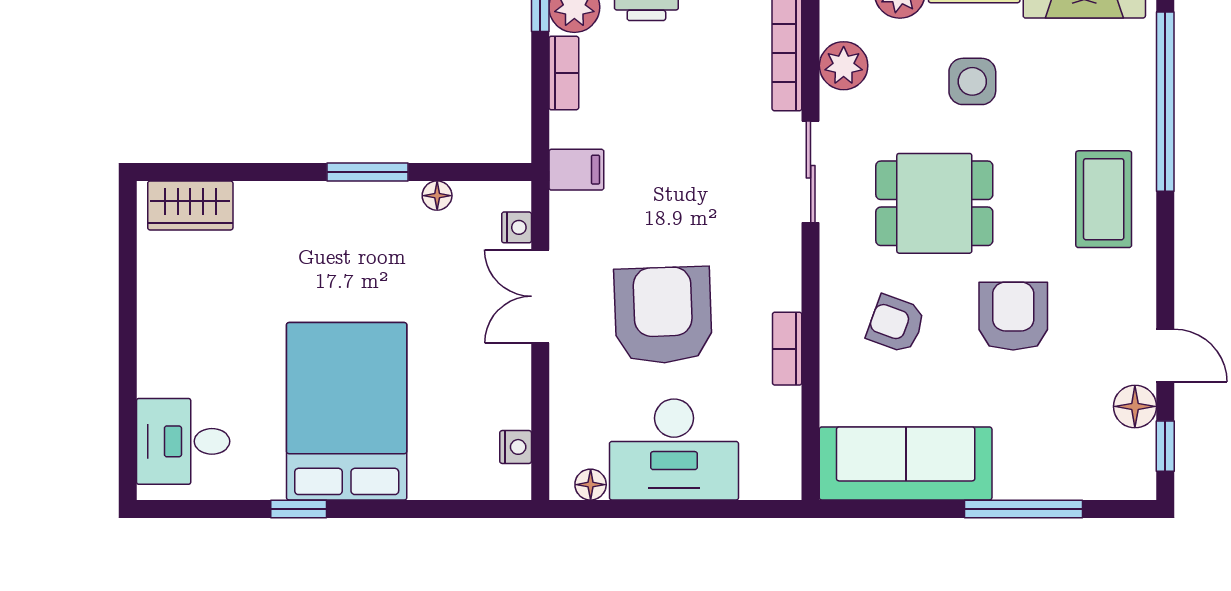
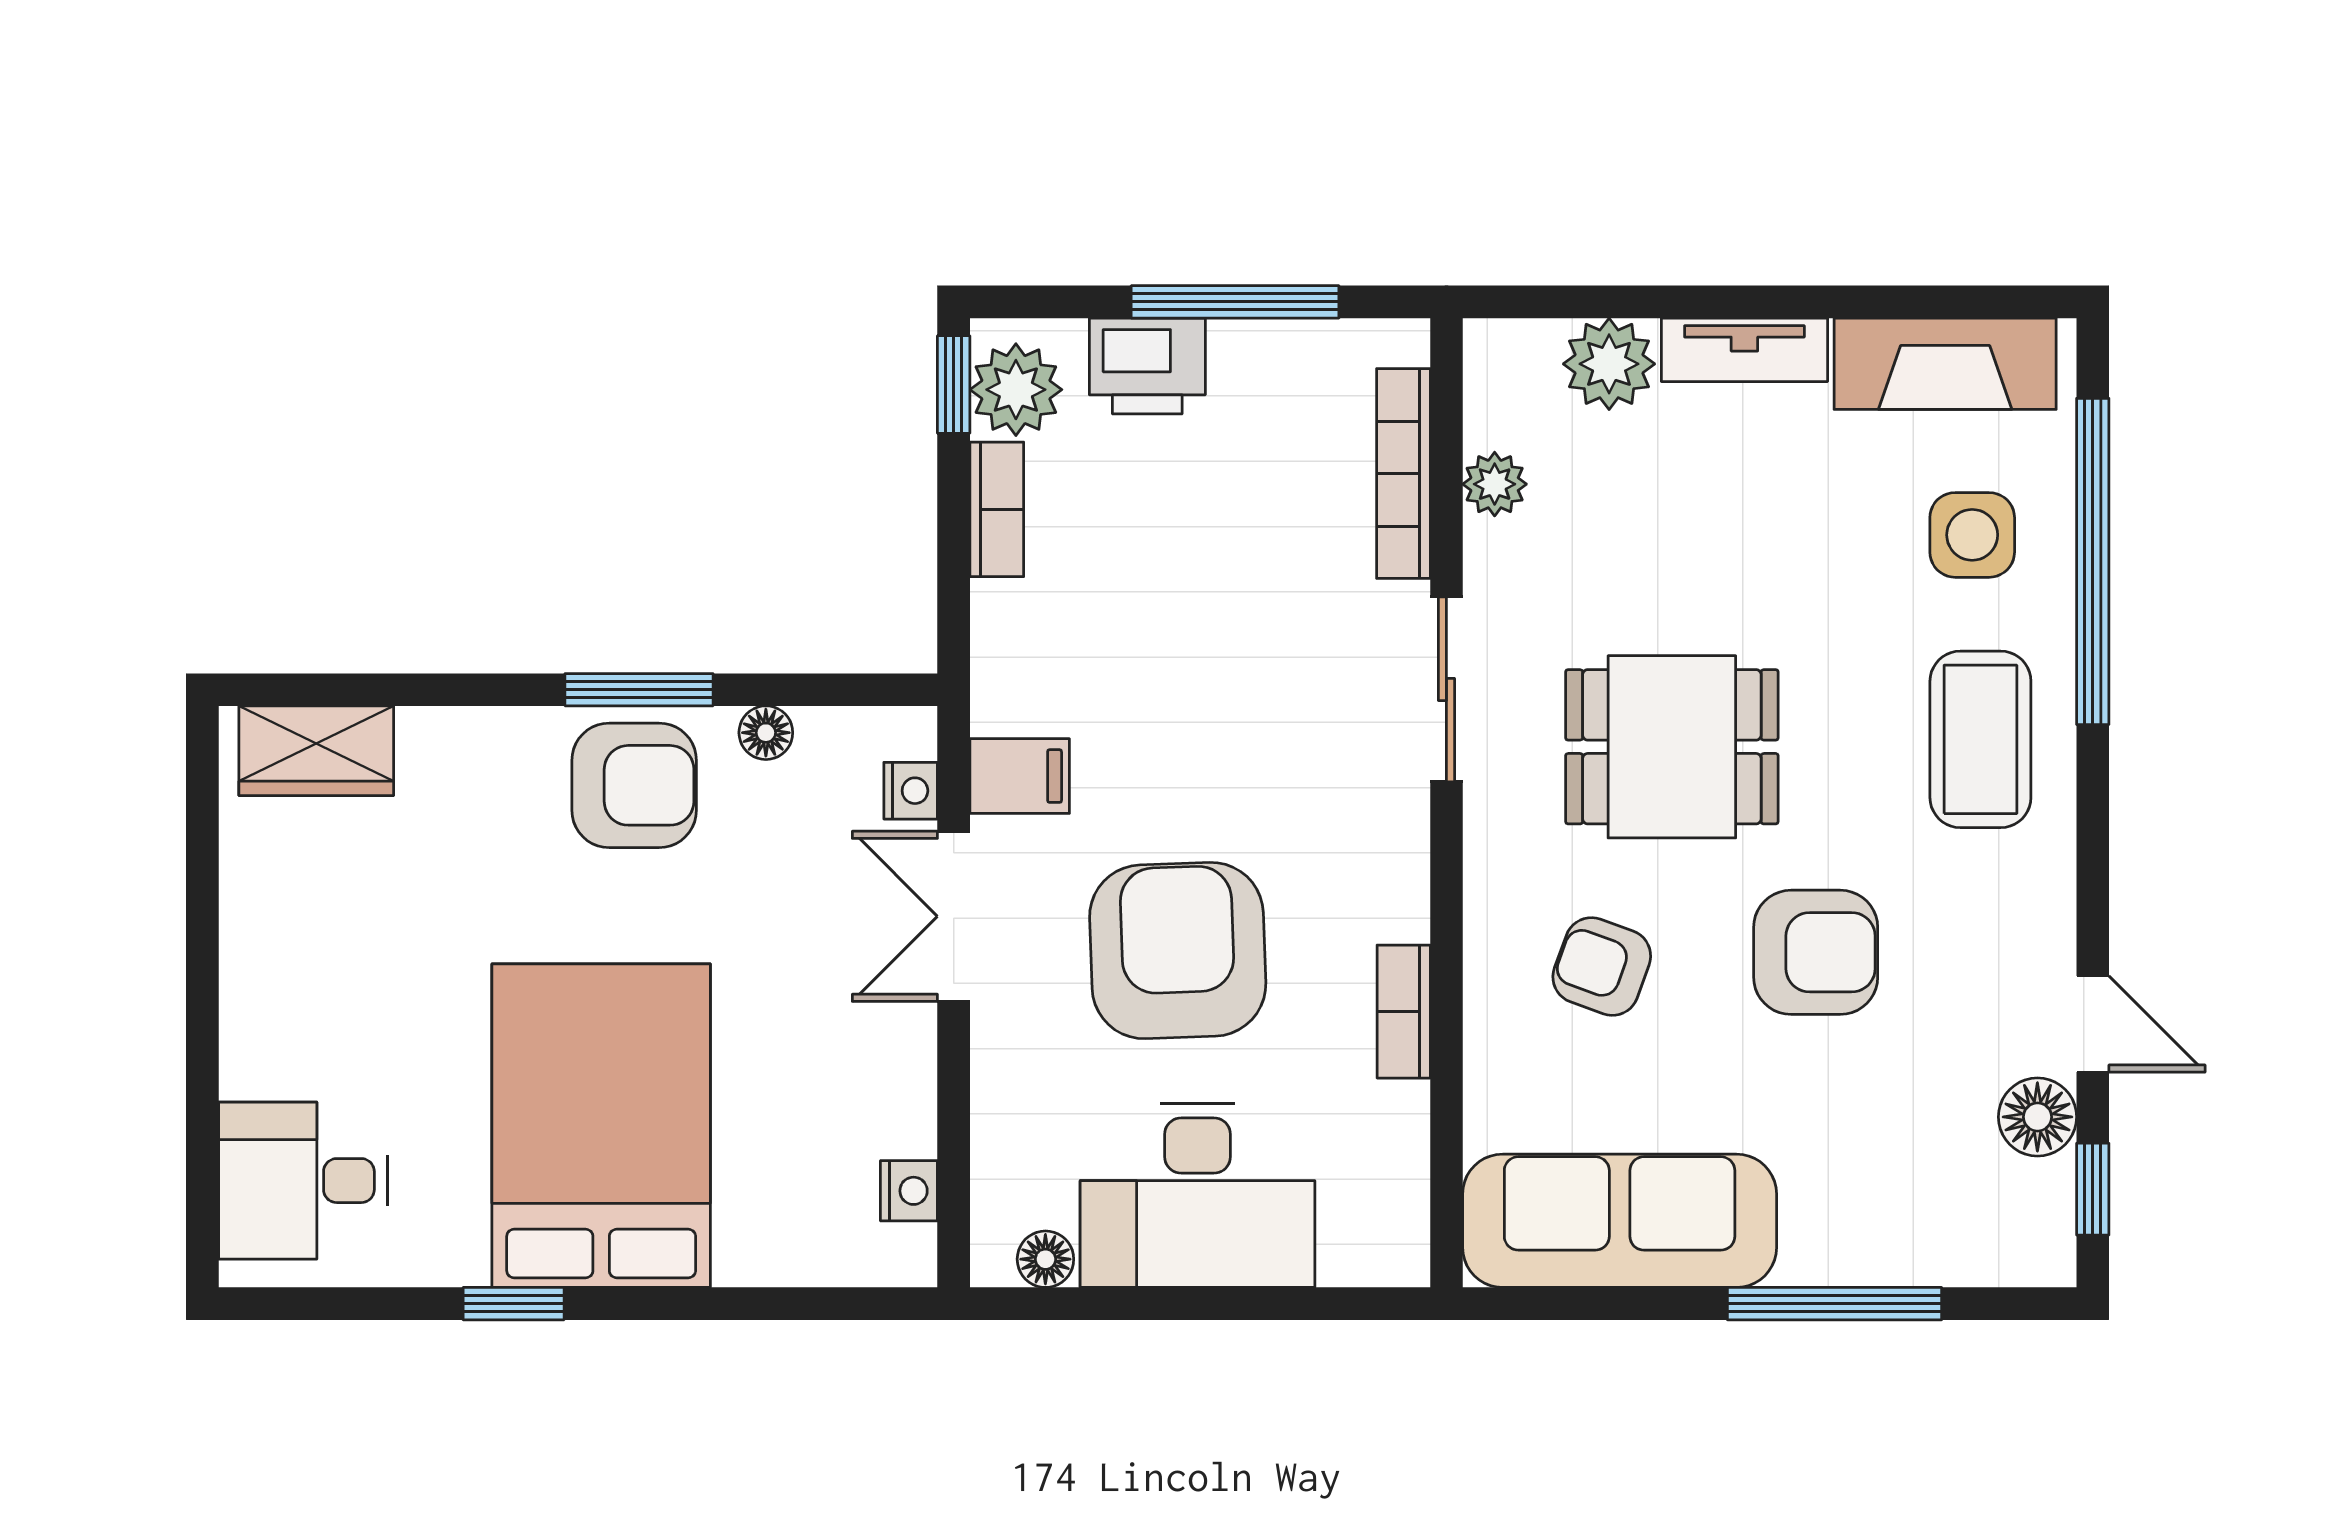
plant: (844, 66) -> (1495, 484), width x0.73, depth x0.73
side table: (972, 81) -> (1972, 535), moved
filing cabinet: (576, 170) -> (1020, 776), moved
armchair: (365, 224) -> (634, 785), added
armchair: (1013, 316) -> (1816, 952), turned 90

